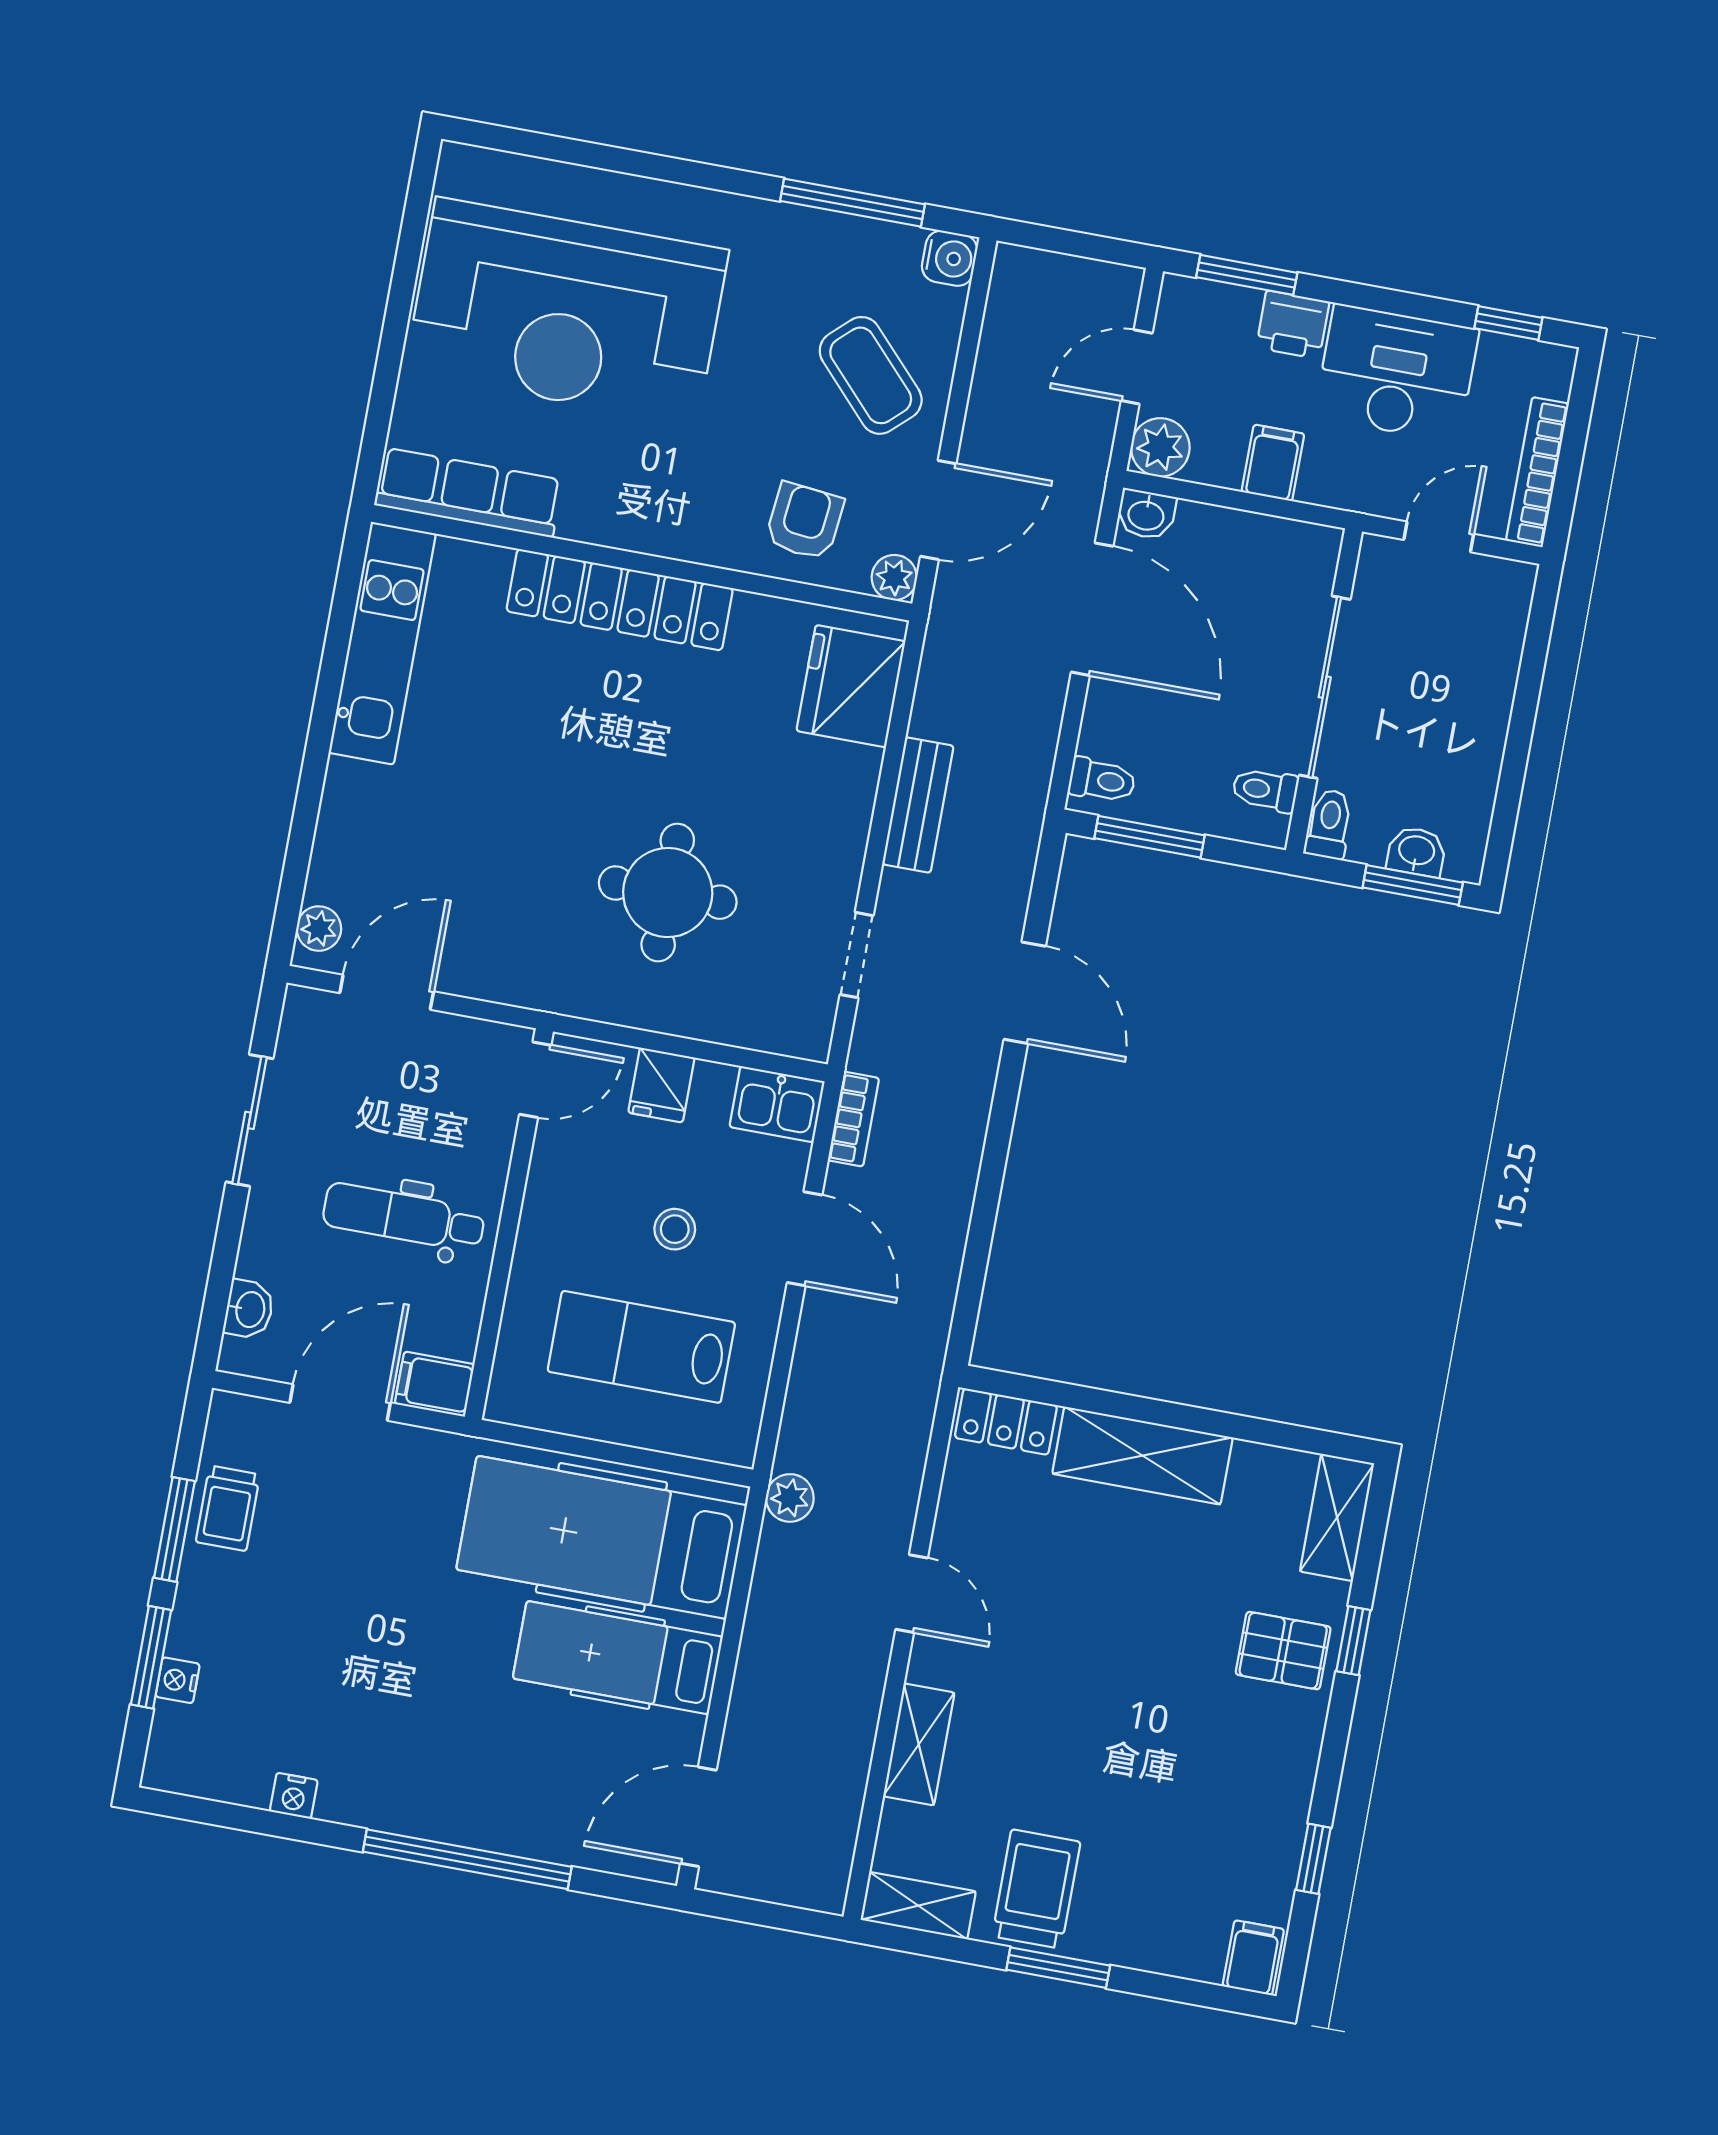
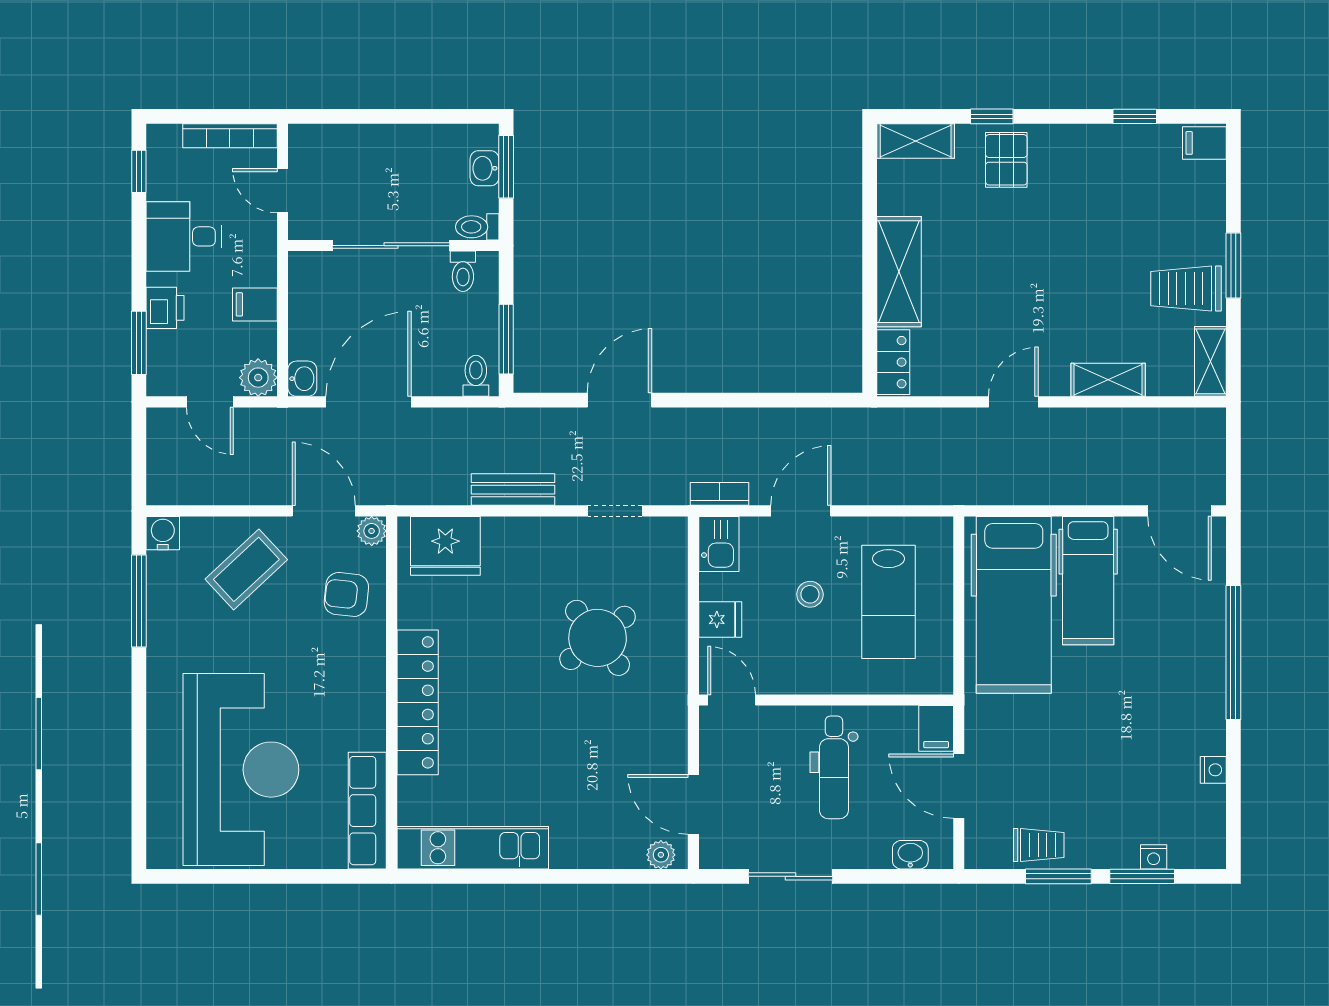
desk: (1397, 373) -> (184, 236), width x0.73
round table: (668, 893) -> (598, 638), turned -38
plant: (790, 1498) -> (967, 490), removed

